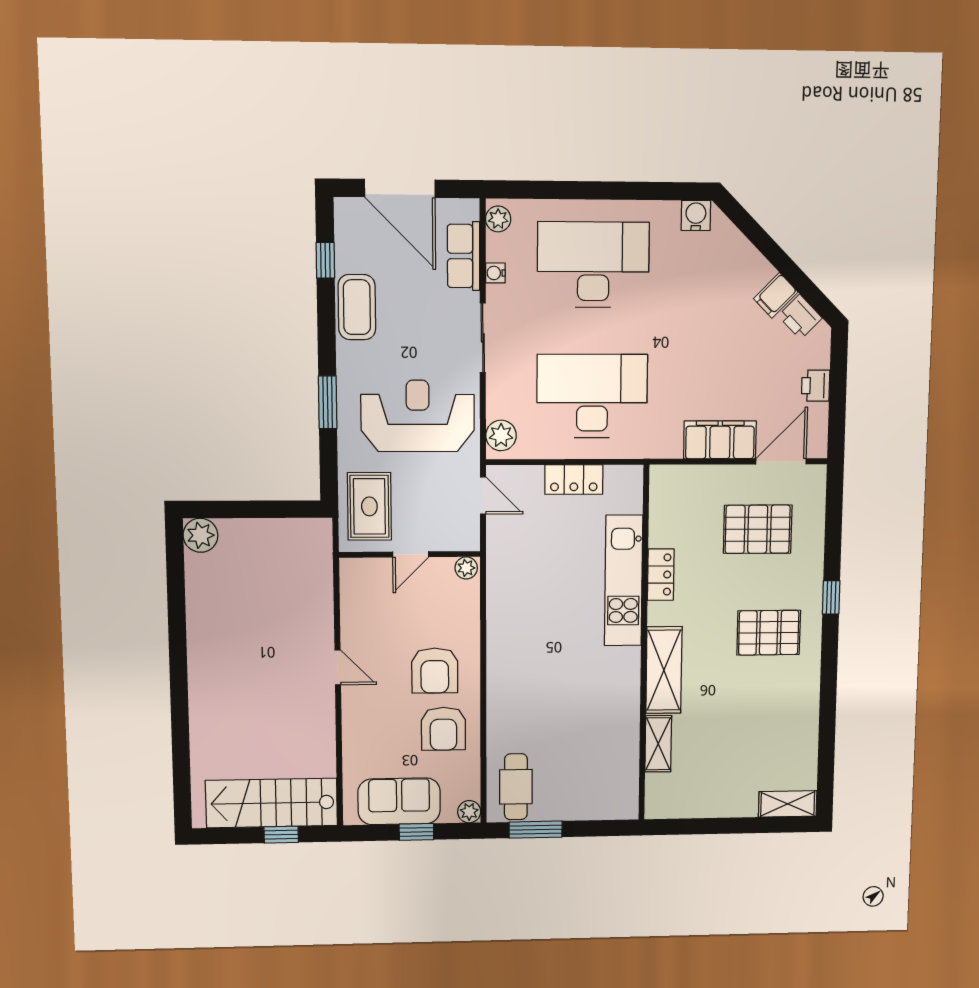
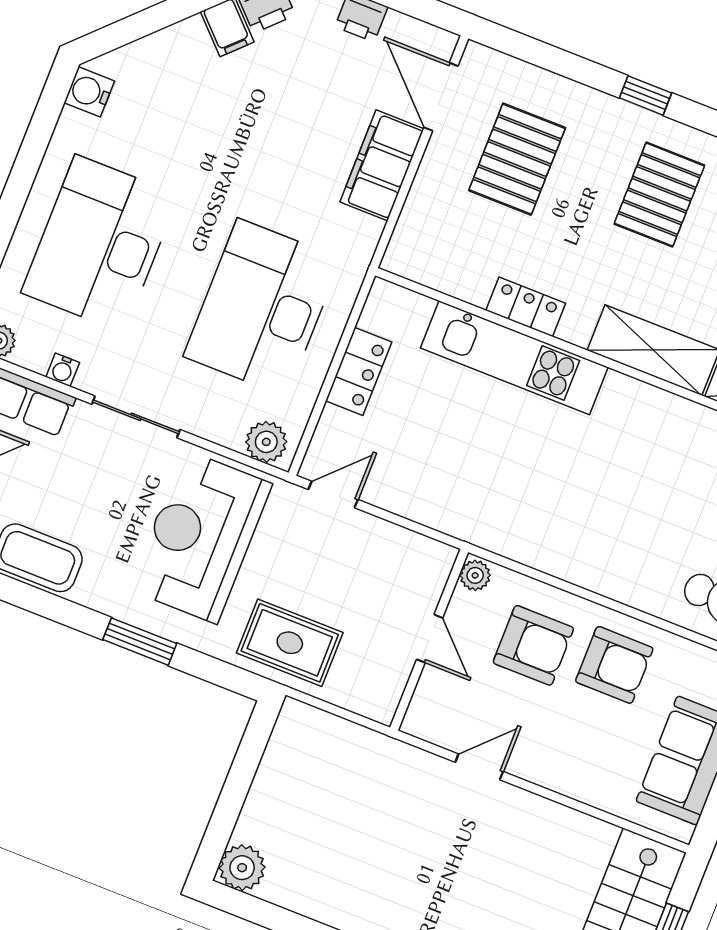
wall: (410, 554) -> (429, 640), moved
door: (411, 554) -> (430, 639), moved
plant: (466, 568) -> (475, 575), moved

